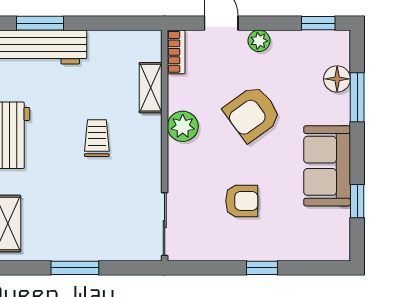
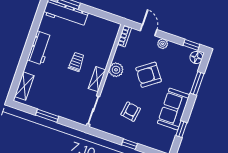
floor lamp: (337, 79) -> (196, 57), moved
shelving: (151, 88) -> (97, 79), moved
armchair: (242, 201) -> (131, 112), turned -81

